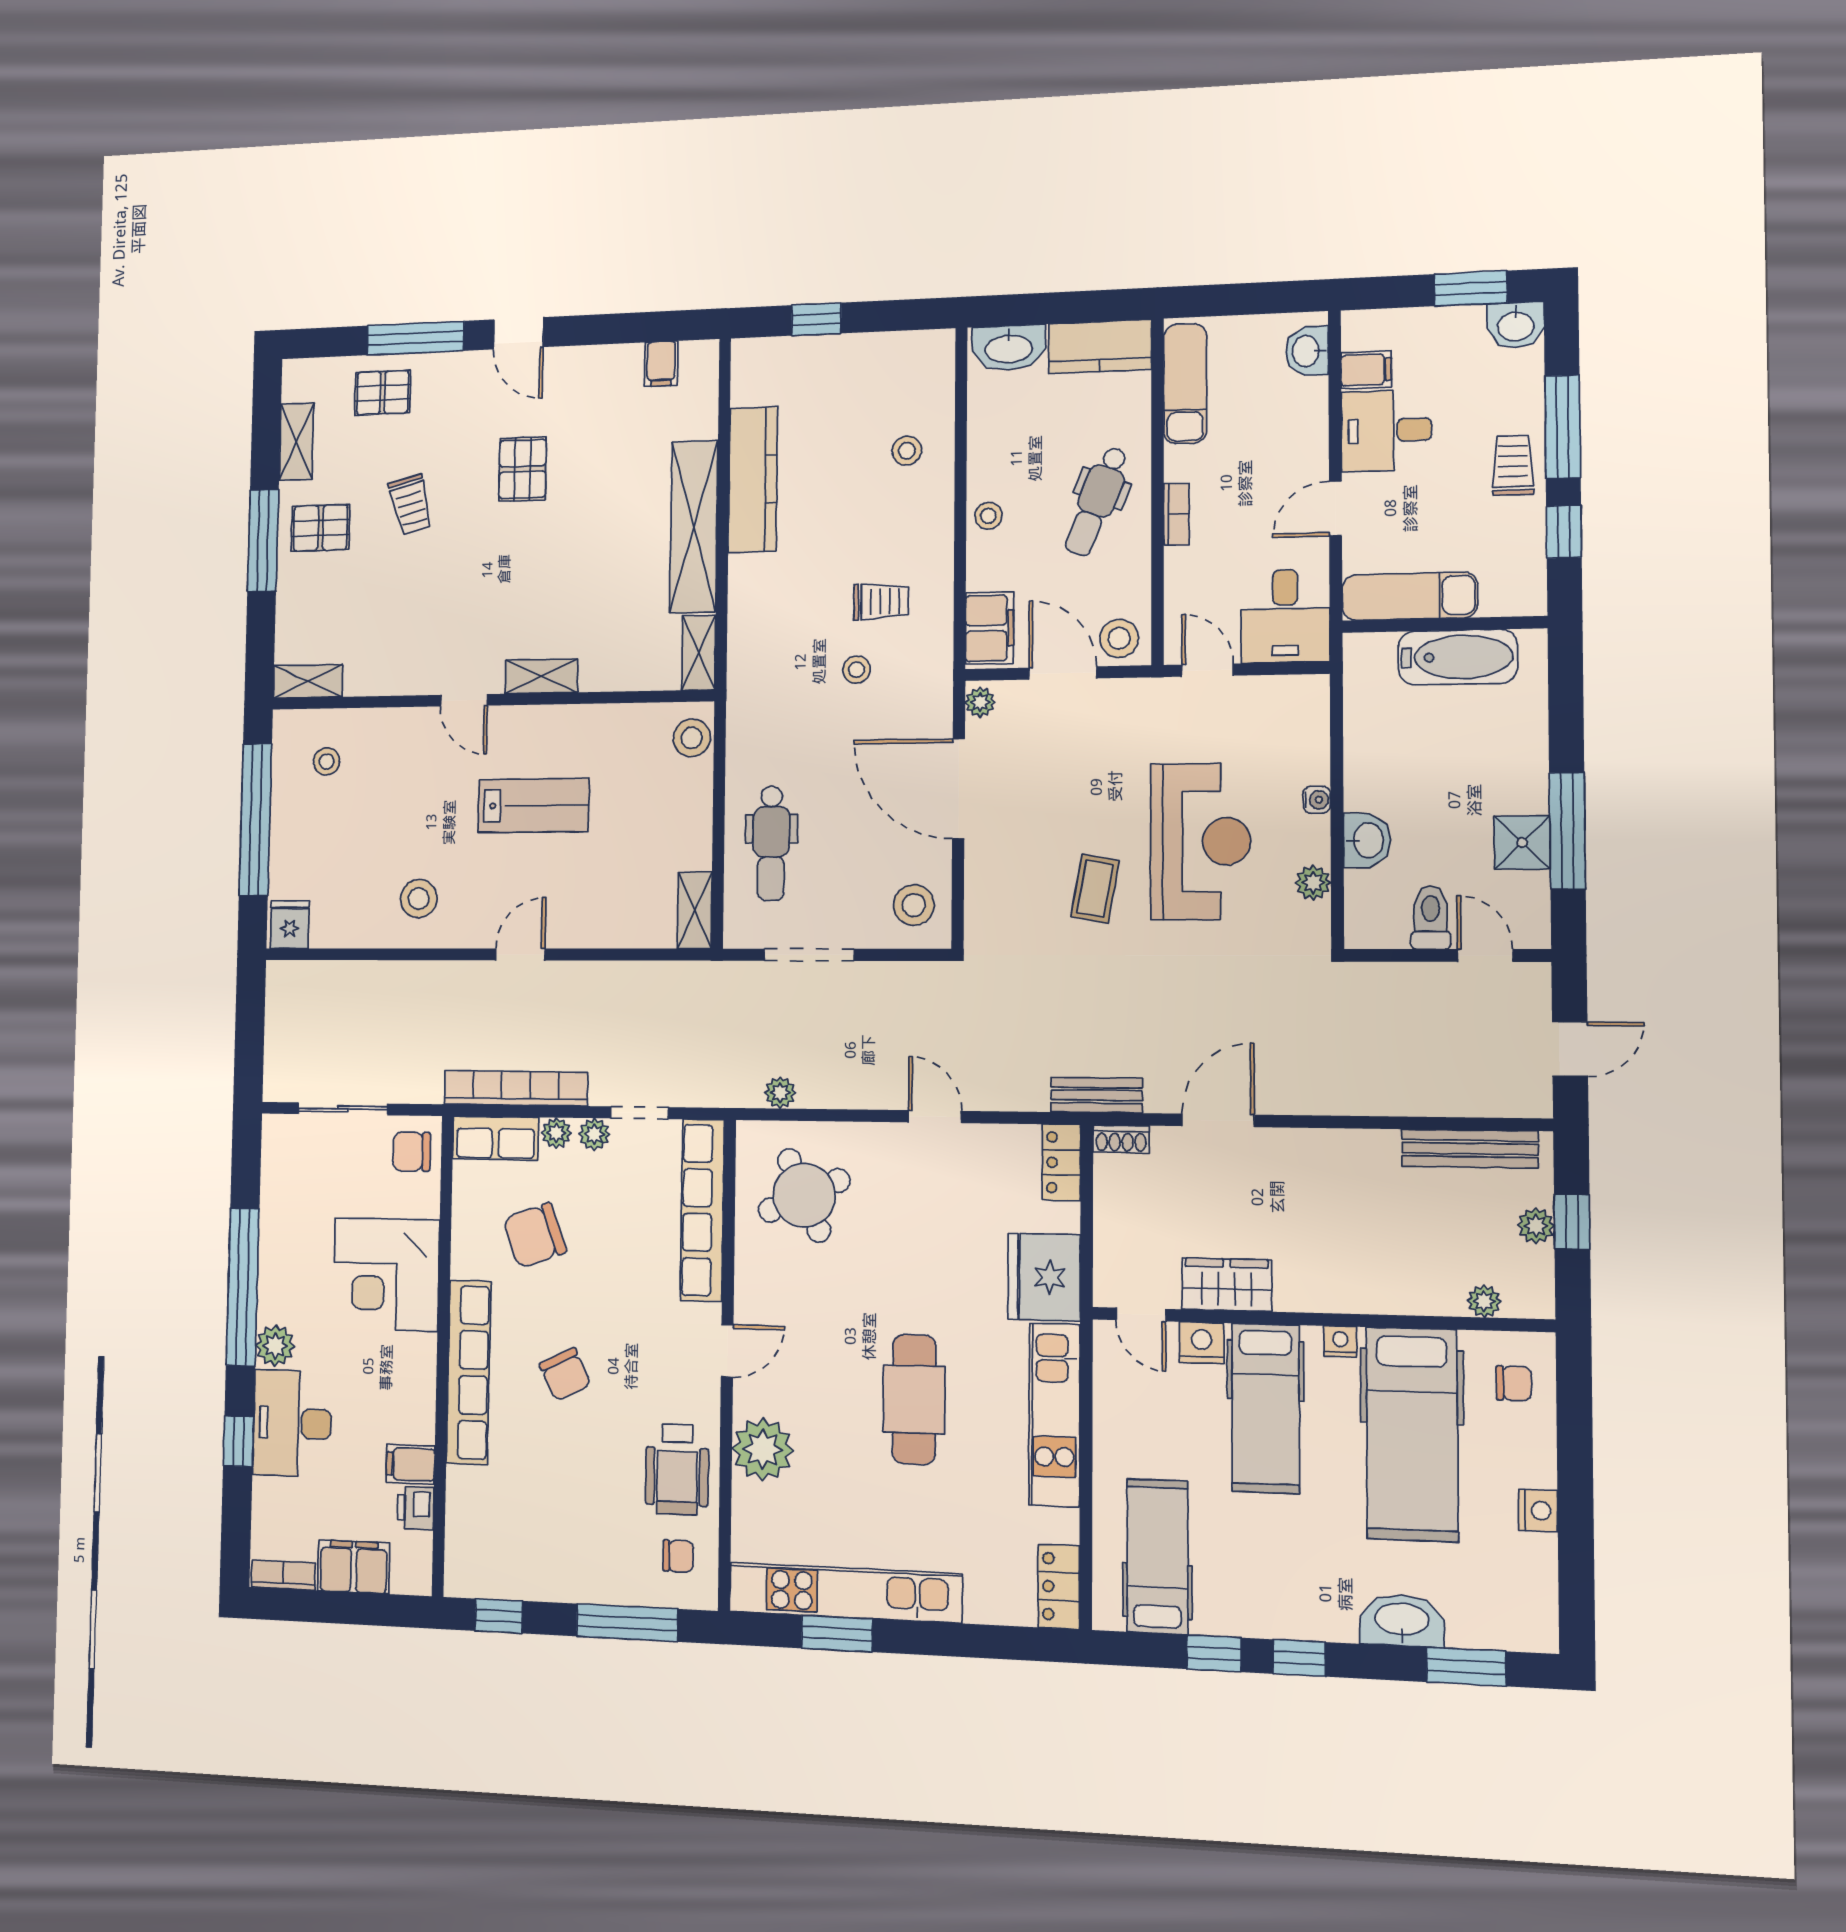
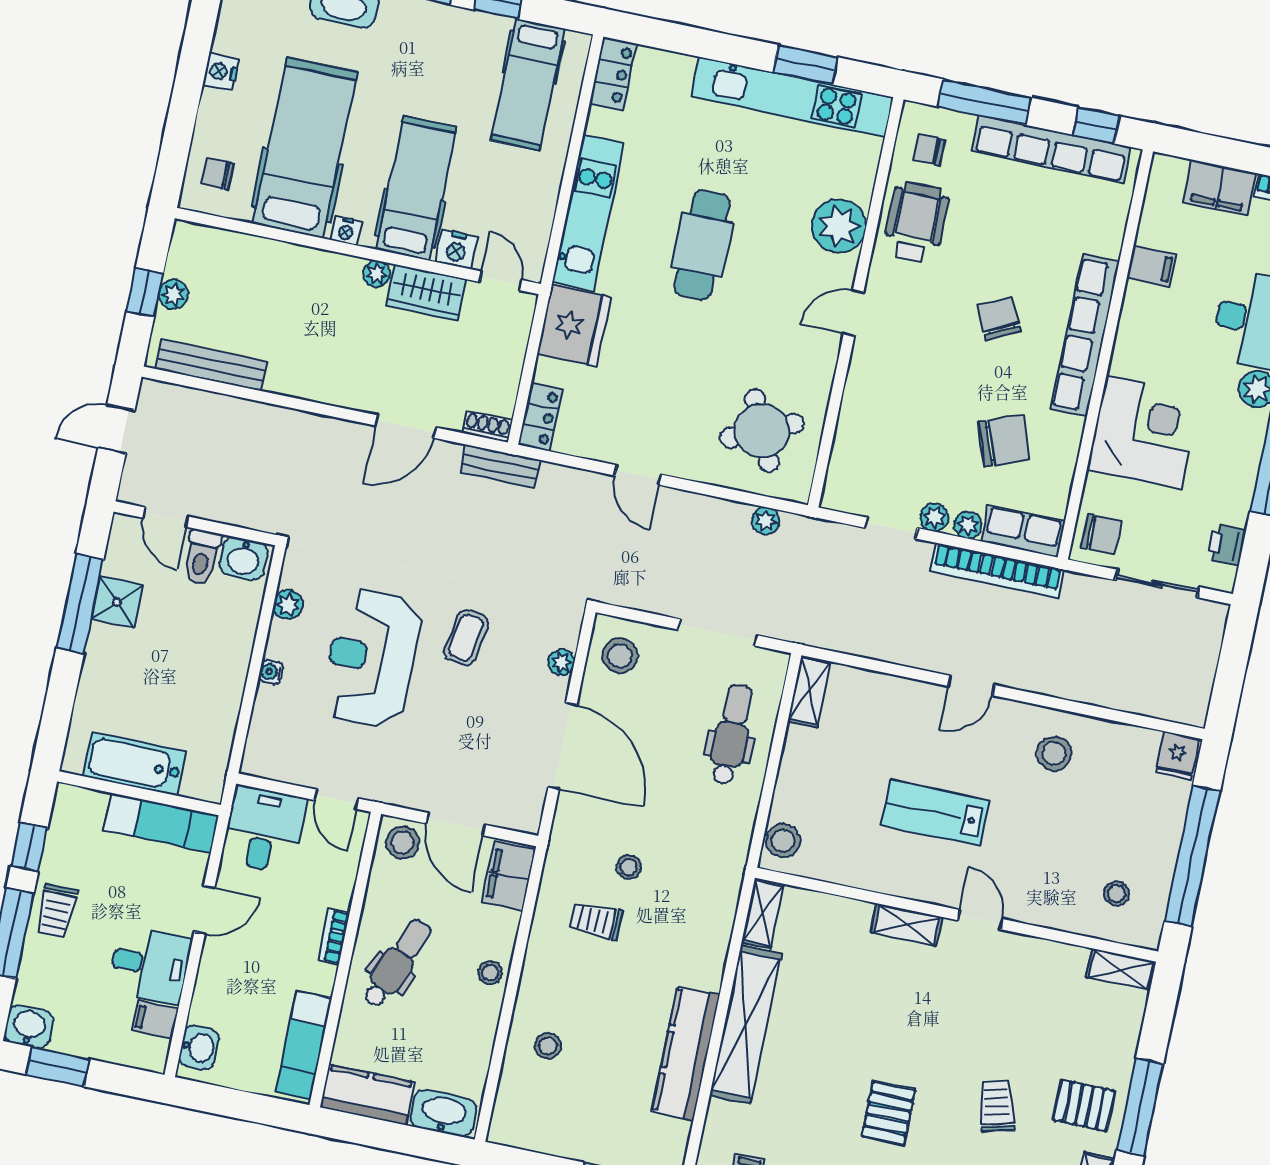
plant: (980, 702) -> (561, 662), moved
washbasin: (1367, 840) -> (243, 558), moved, turned -90
row of seats: (702, 1210) -> (1051, 149), moved, turned 90
plant: (1484, 1301) -> (377, 274), moved
printer: (416, 1508) -> (1226, 545), moved, turned 180

